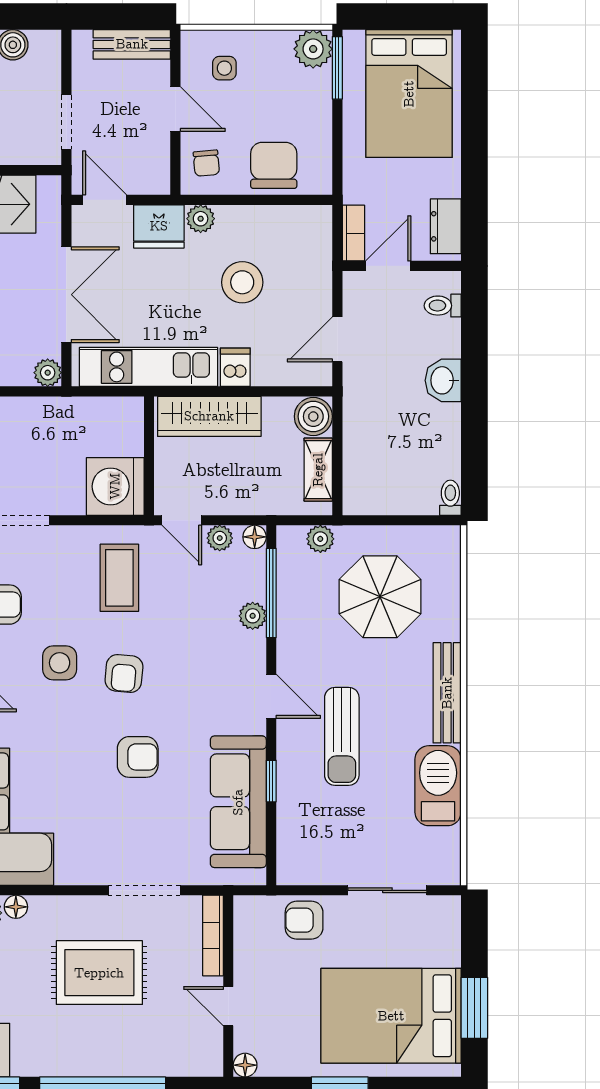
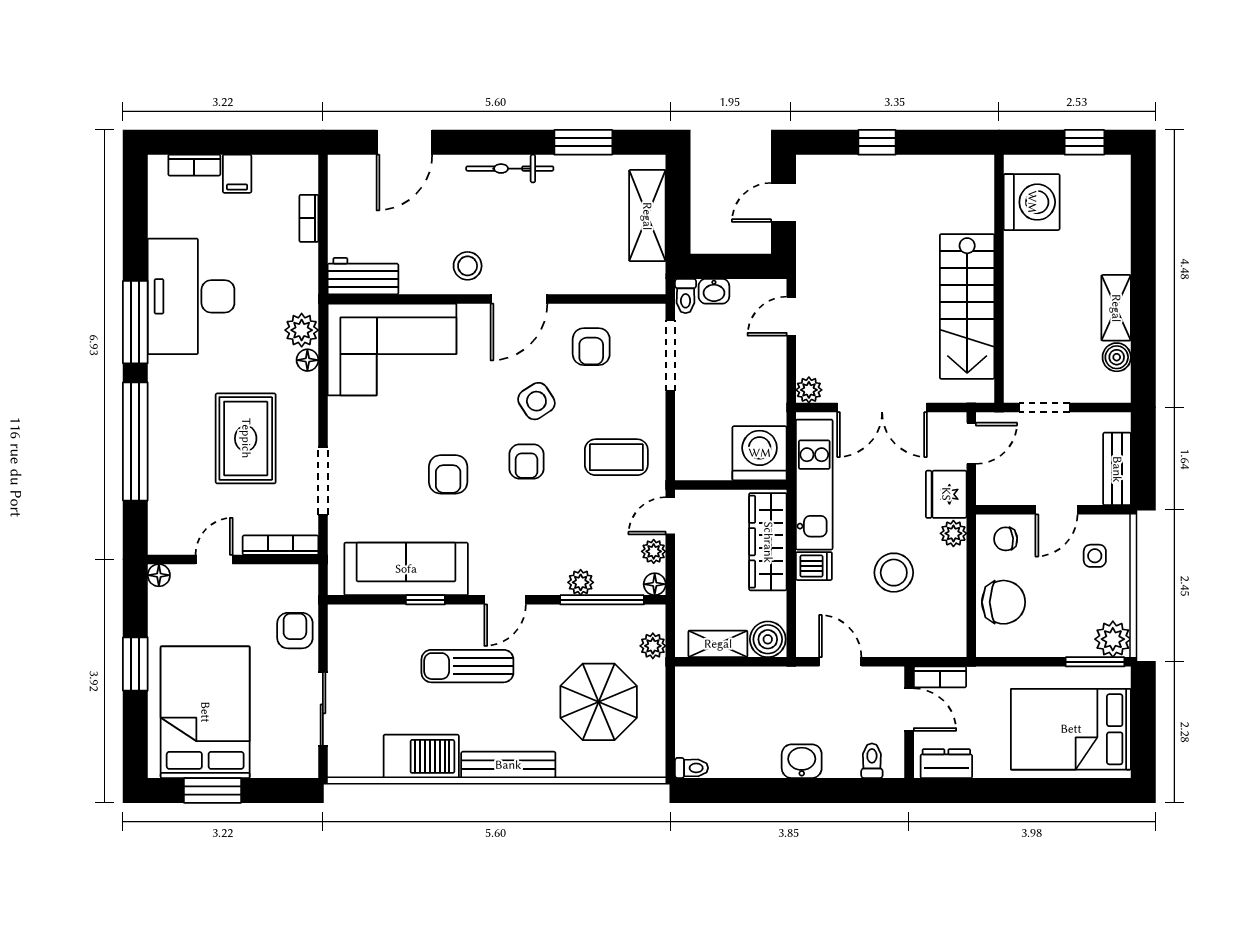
washing machine: (115, 486) -> (760, 453), moved
side table: (60, 663) -> (536, 401), turned -33
armchair: (124, 673) -> (526, 461), turned -95

